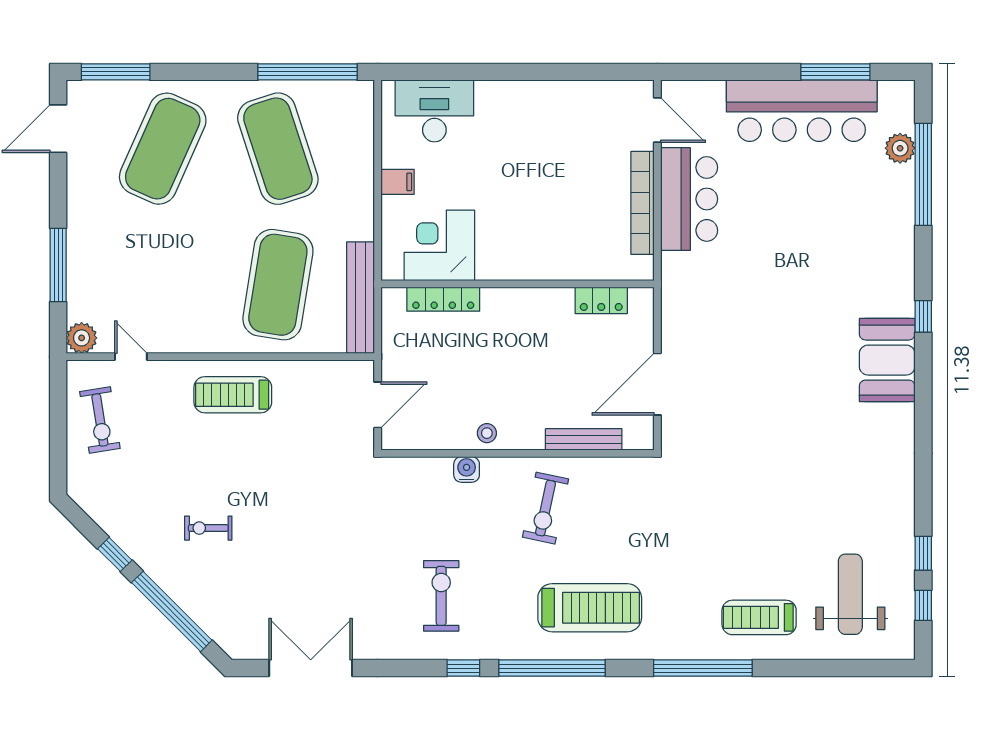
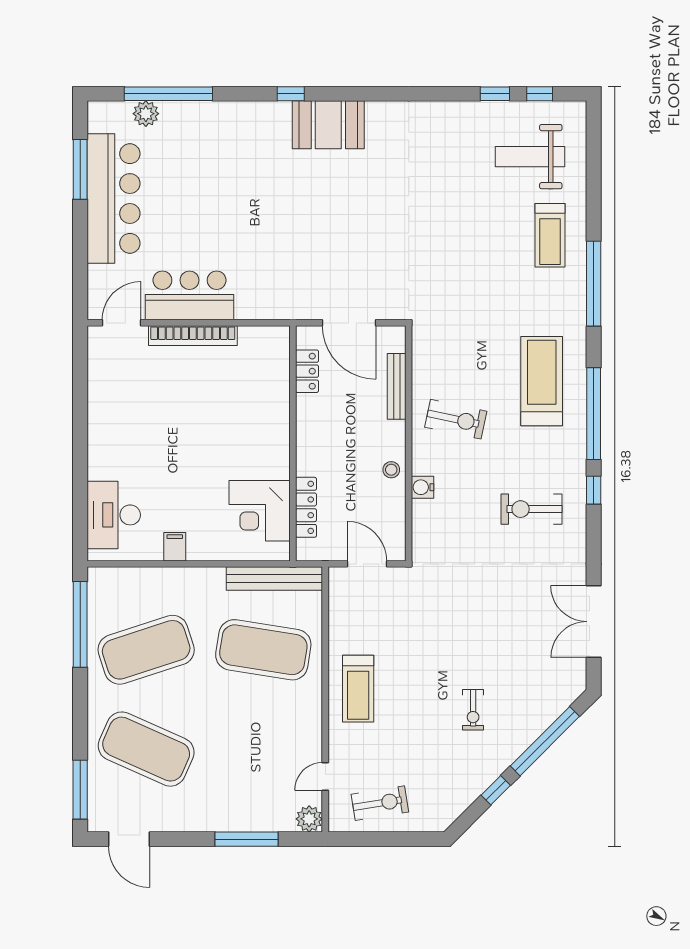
corner desk: (439, 245) -> (260, 511), moved
wall: (518, 284) -> (293, 443), moved
locker: (443, 299) -> (306, 507), moved
locker: (601, 300) -> (307, 371), moved

